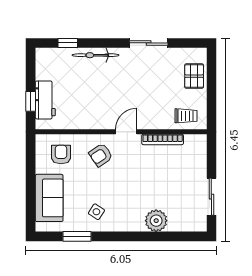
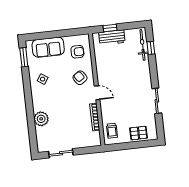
bicycle: (95, 55) -> (142, 45), moved
window: (77, 236) -> (24, 57), moved

